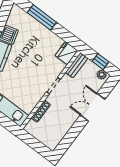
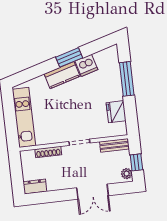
fridge: (66, 53) -> (116, 112), moved, turned -90
double door: (93, 107) -> (92, 192), swing flipped
dresser: (55, 141) -> (35, 187), added

